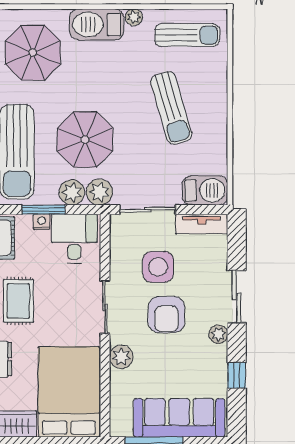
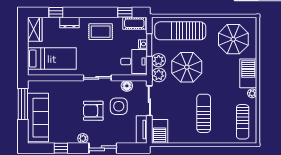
sun lounger: (171, 108) -> (204, 113), turned 106
floor lamp: (120, 252) -> (127, 86), added
plant: (121, 357) -> (71, 87), removed
bed: (69, 392) -> (52, 59), width x0.67

